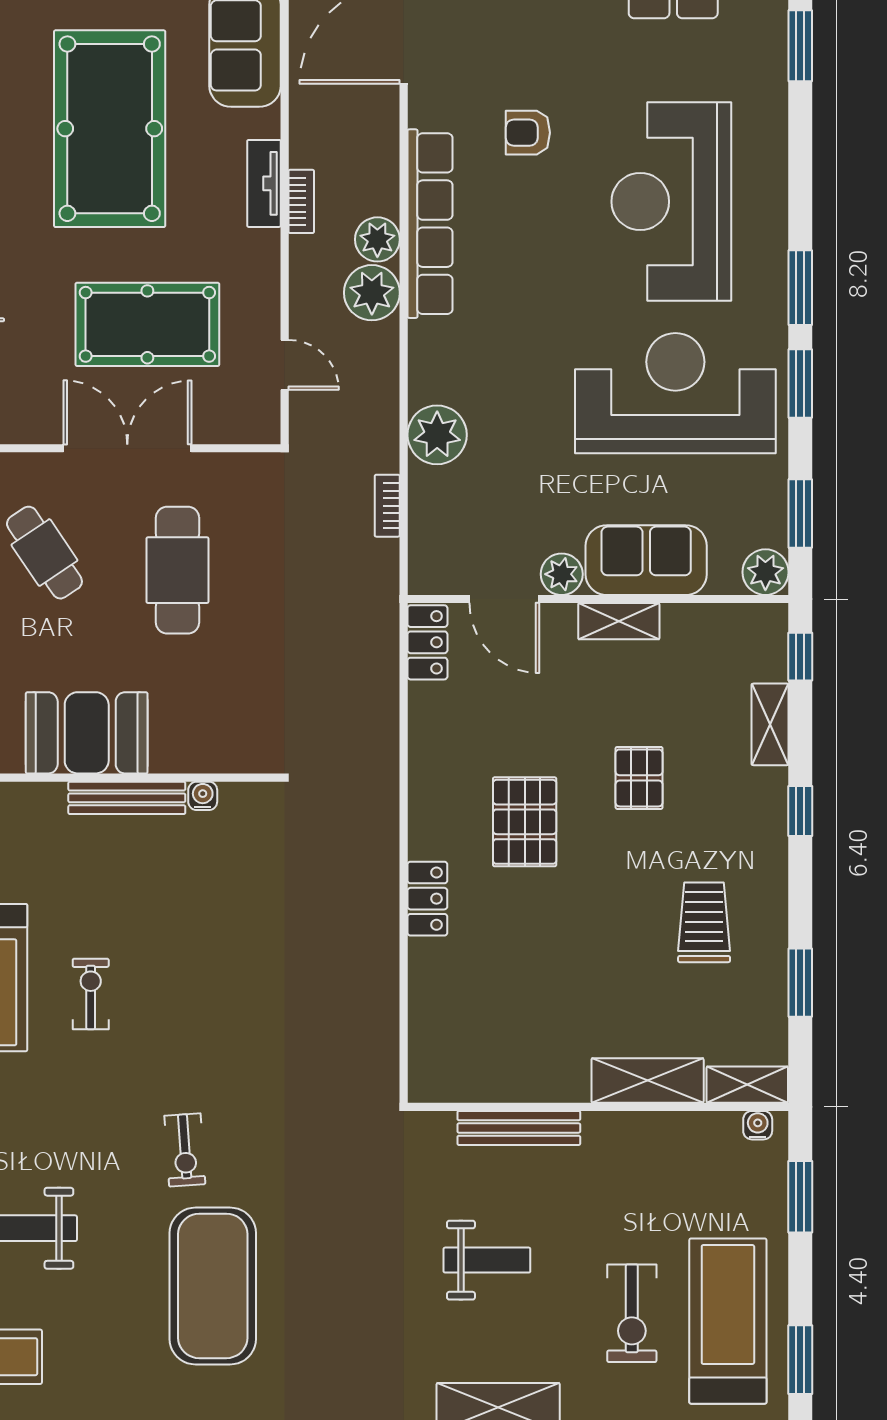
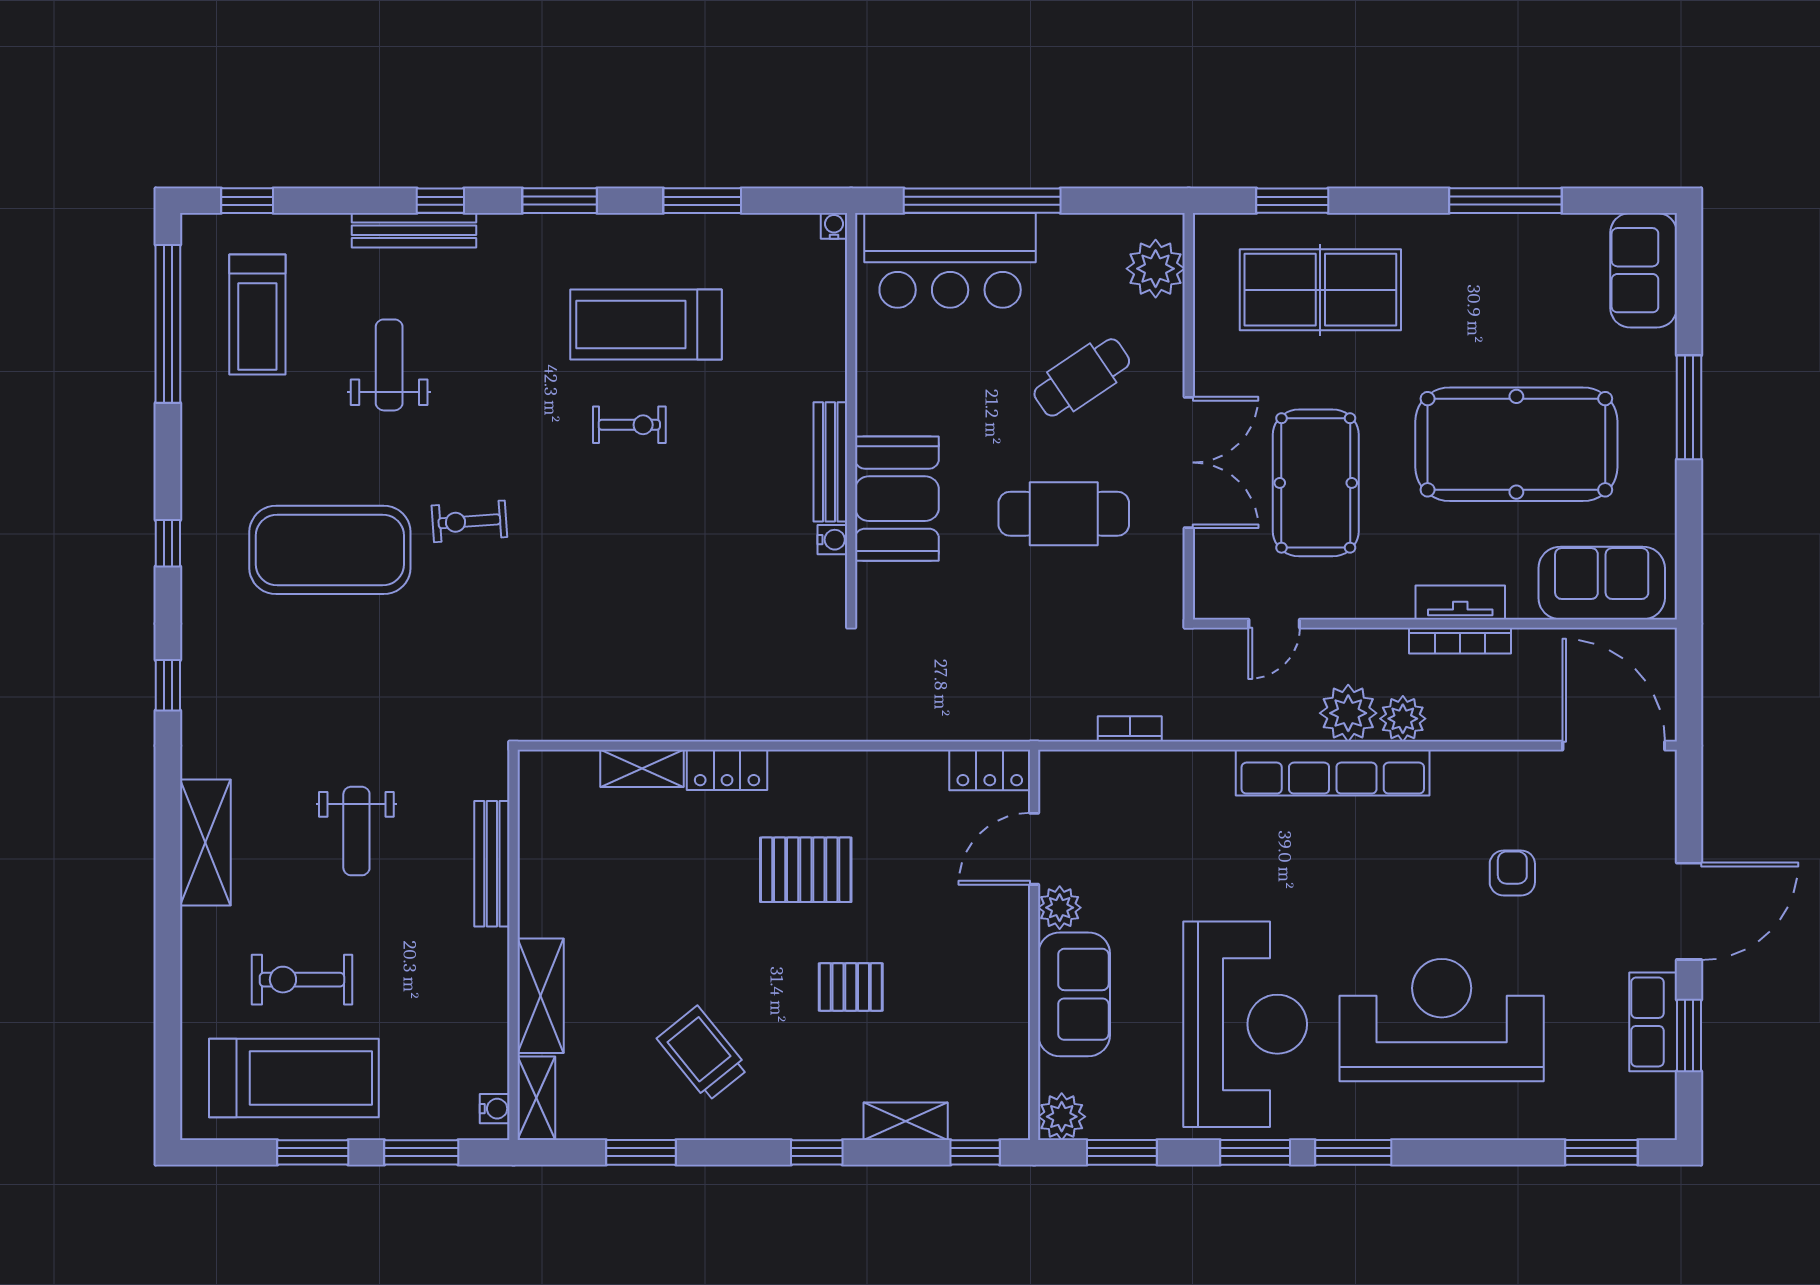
bookcase: (301, 201) -> (1460, 641), width x1.56
row of seats: (430, 224) -> (1333, 773), moved
plant: (437, 435) -> (1202, 780), removed
shelving: (619, 621) -> (642, 768), moved, turned 90
booth: (87, 733) -> (897, 499), moved
trolley: (704, 922) -> (703, 1054), turned -129
window: (800, 1360) -> (313, 1152), moved

